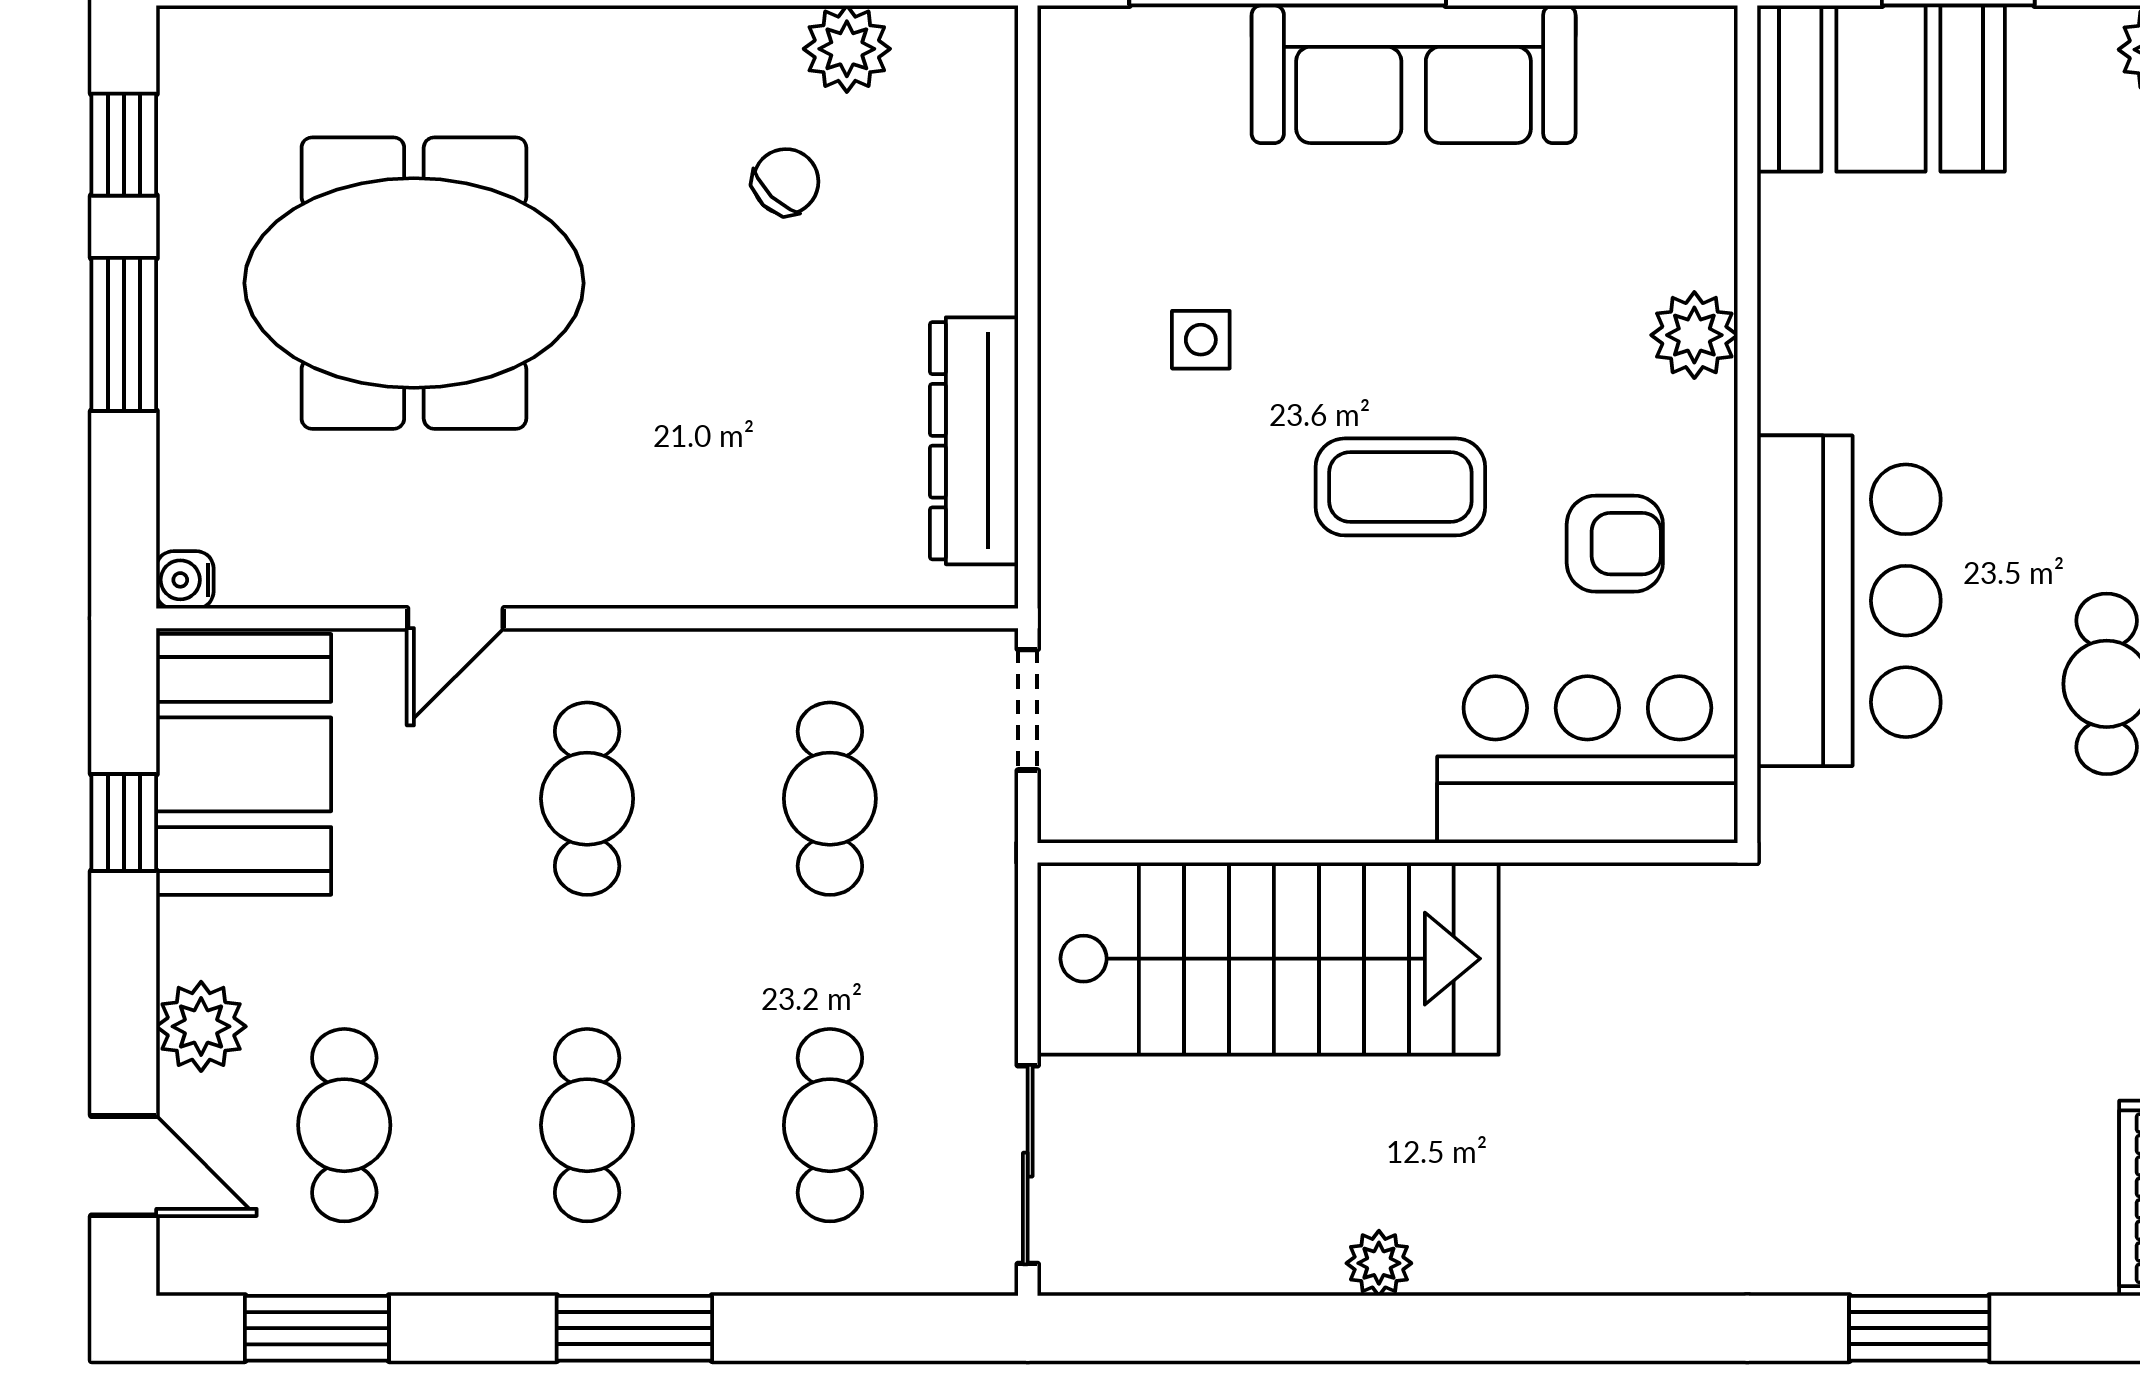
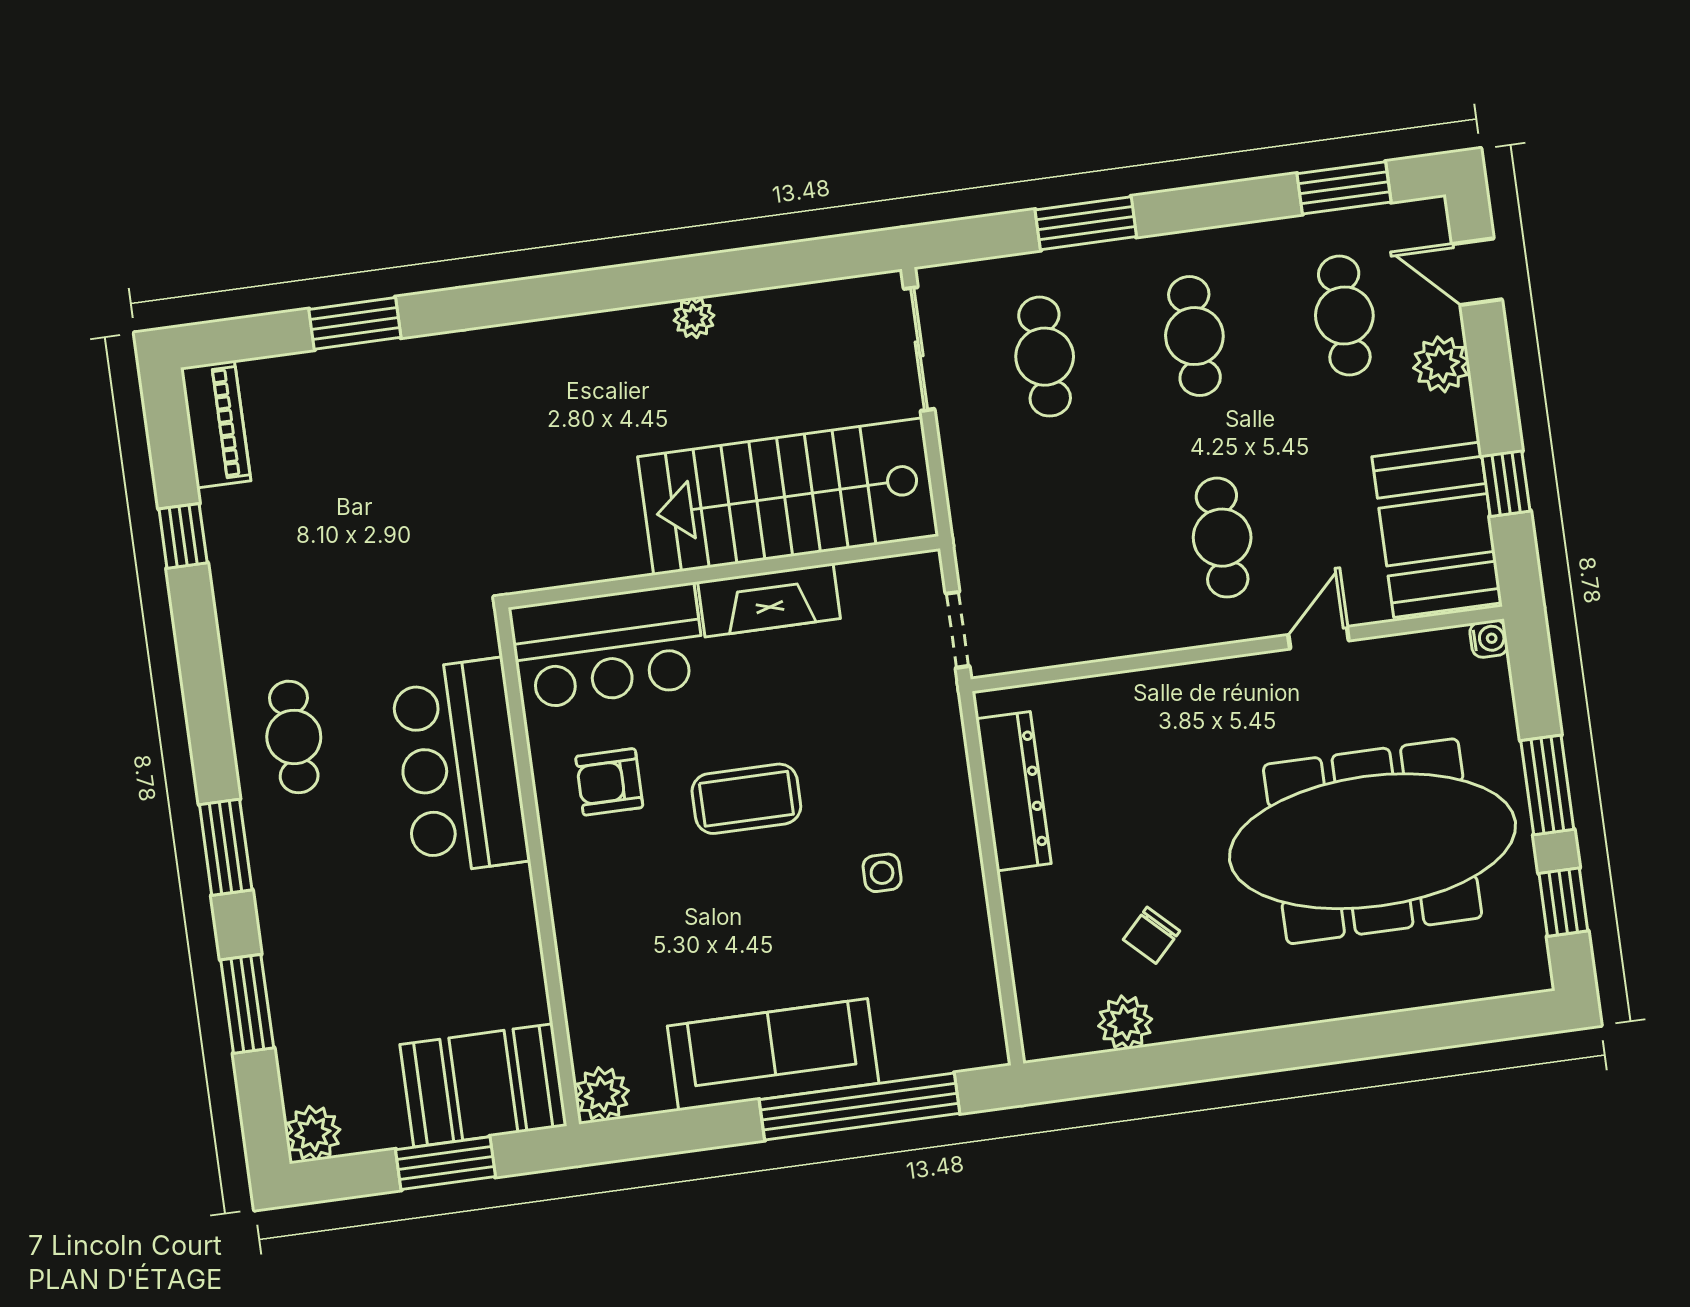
meeting table: (414, 283) -> (1373, 841), width x1.36
plant: (1694, 335) -> (602, 1094), moved
fireplace: (1321, 798) -> (769, 600), added
cafe table: (830, 799) -> (1072, 558), removed
window: (634, 1328) -> (1086, 223), moved

